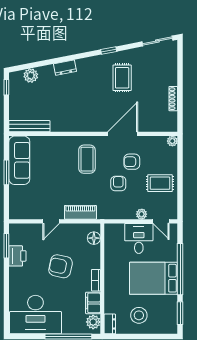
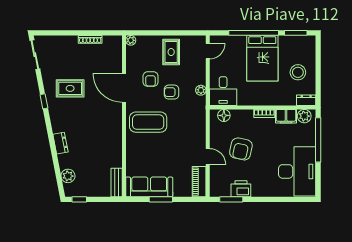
bench: (29, 126) -> (117, 182), width x0.73
coffee table: (87, 159) -> (148, 122), width x1.36, depth x1.32
piano: (80, 212) -> (199, 182), moved
plant: (142, 214) -> (201, 90), moved
desk: (139, 238) -> (223, 91), moved, turned -90
armchair: (61, 266) -> (241, 149), moved

